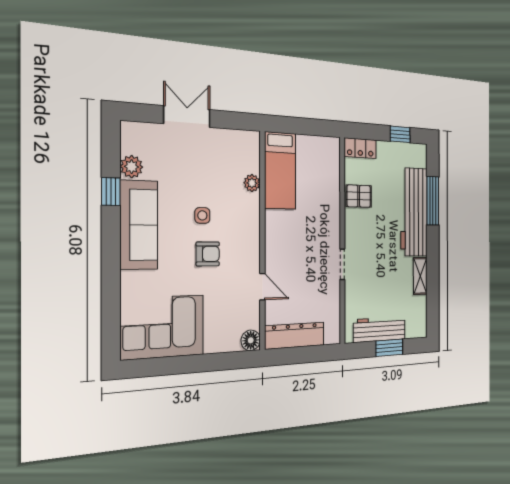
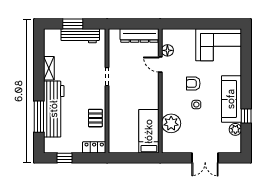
plant: (252, 183) -> (171, 123), width x1.88, depth x1.88
pallet: (359, 196) -> (95, 118), turned 90
floor lamp: (251, 340) -> (167, 50), moved

